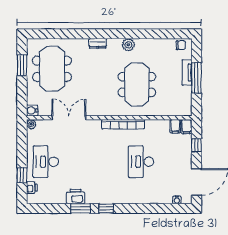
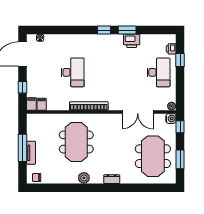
window: (22, 101) -> (180, 127), added

